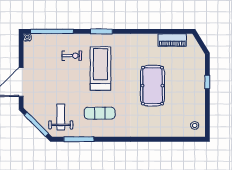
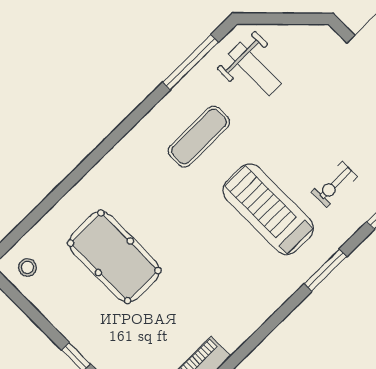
treadmill: (100, 69) -> (268, 209), turned 180
pool table: (153, 86) -> (114, 257), moved
window: (36, 124) -> (282, 19), removed

